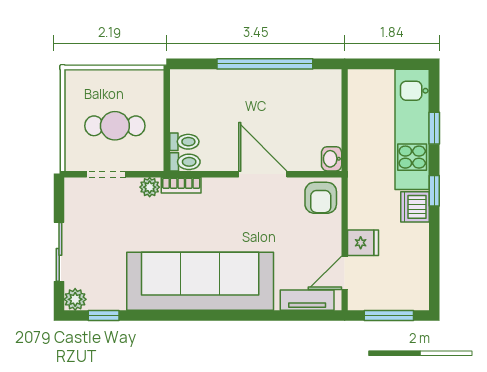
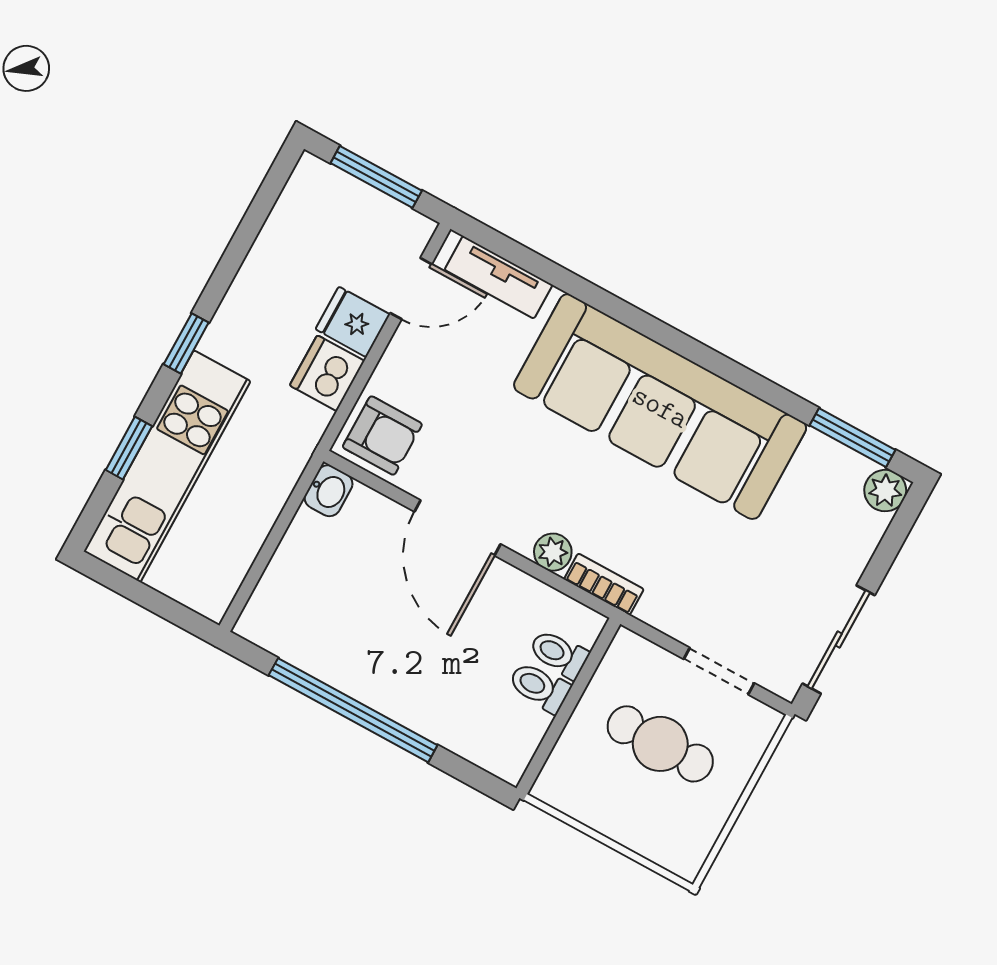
toilet: (185, 162) -> (539, 687), moved
plant: (150, 187) -> (553, 552), moved
armchair: (321, 198) -> (382, 436), turned 90
dishwasher: (415, 207) -> (327, 373), moved, turned 180
sliding door: (59, 252) -> (839, 639), moved
window: (104, 315) -> (853, 438), width x1.50

